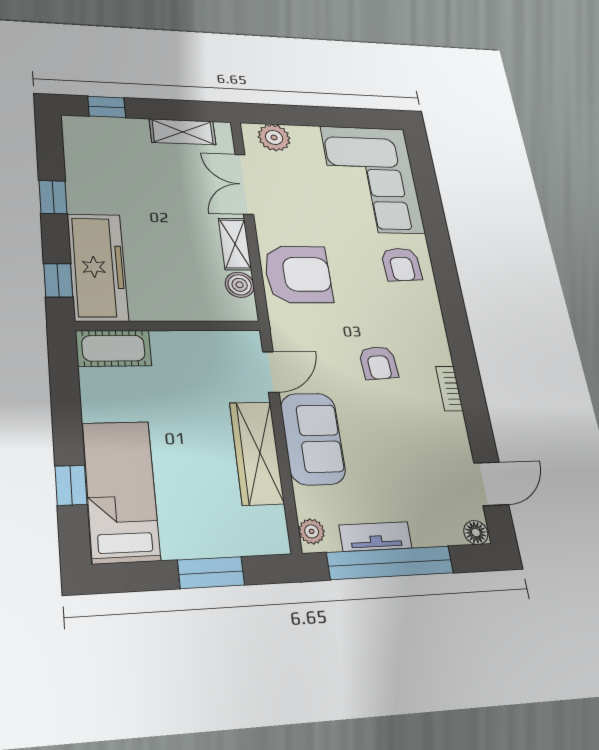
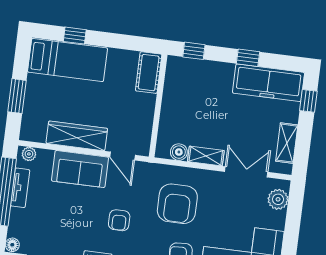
freezer: (98, 267) -> (268, 83), moved
armchair: (298, 274) -> (177, 204), moved
armchair: (378, 363) -> (119, 220), turned -86

